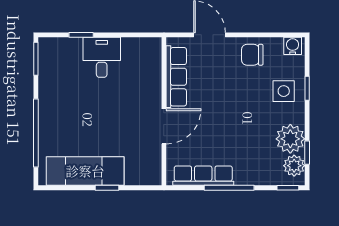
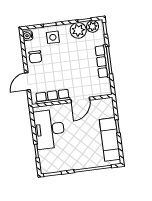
desk: (102, 57) -> (49, 129), width x1.87, depth x1.30
door: (164, 126) -> (80, 100), swing flipped
row of seats: (203, 176) -> (103, 62), moved

